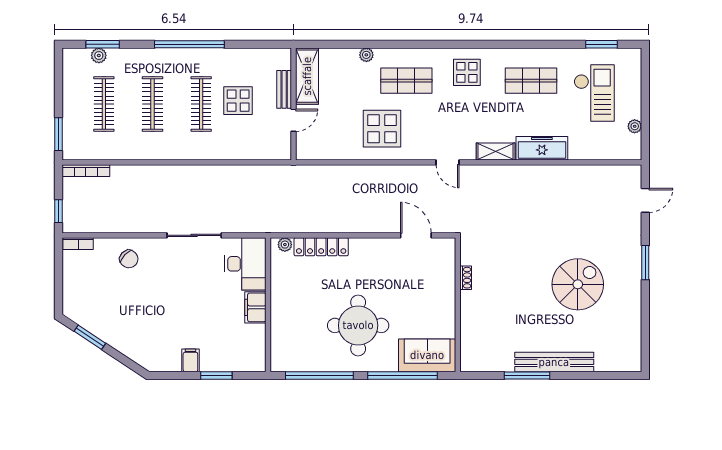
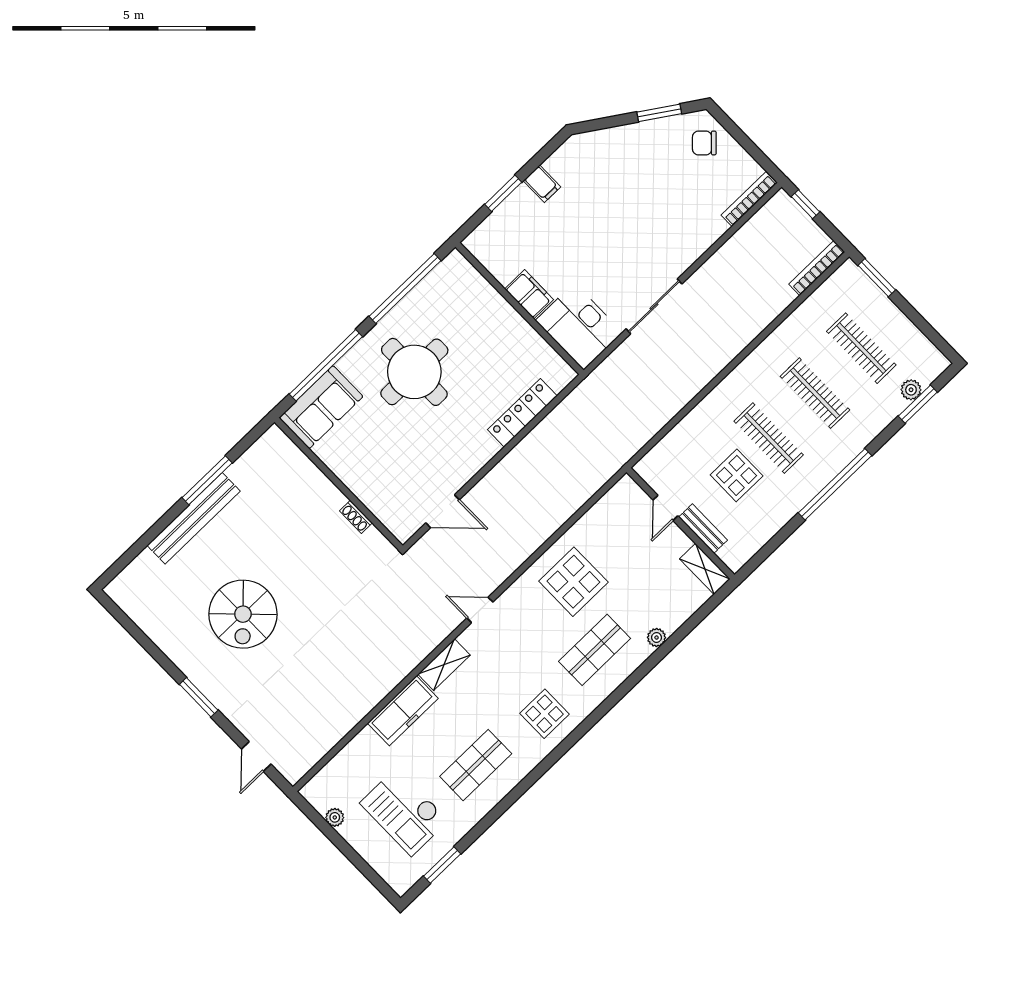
shelving: (307, 76) -> (705, 569), width x0.67, depth x0.75
bookcase: (78, 244) -> (749, 199), width x1.56
plant: (285, 245) -> (559, 381), removed
chair: (129, 259) -> (704, 143), moved

